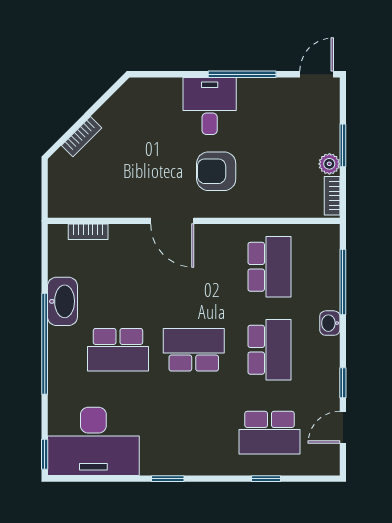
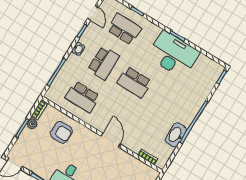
armchair: (216, 171) -> (61, 132), moved
school desk: (269, 267) -> (83, 97), turned -90
washbasin: (330, 323) -> (78, 49), moved
school desk: (118, 350) -> (165, 101), removed
school desk: (269, 350) -> (103, 63), turned 180
door: (343, 427) -> (93, 13), hinge flipped
desk: (93, 441) -> (173, 54), moved

